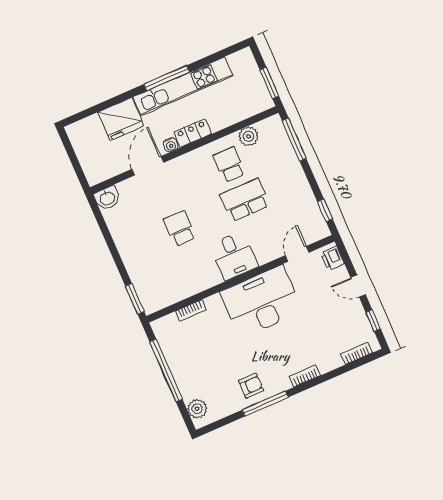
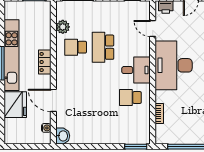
water cooler: (171, 145) -> (46, 128), moved
school desk: (180, 229) -> (130, 97), moved

